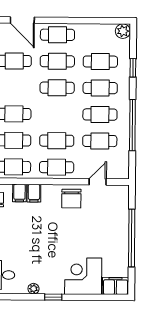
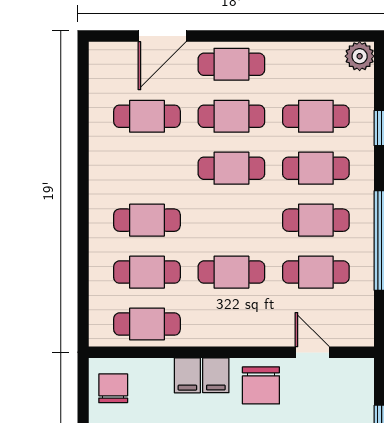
door: (22, 20) -> (162, 36), hinge flipped
cafe table: (57, 167) -> (231, 324), removed
door: (98, 182) -> (312, 352), hinge flipped
filing cabinet: (19, 193) -> (216, 375), moved

